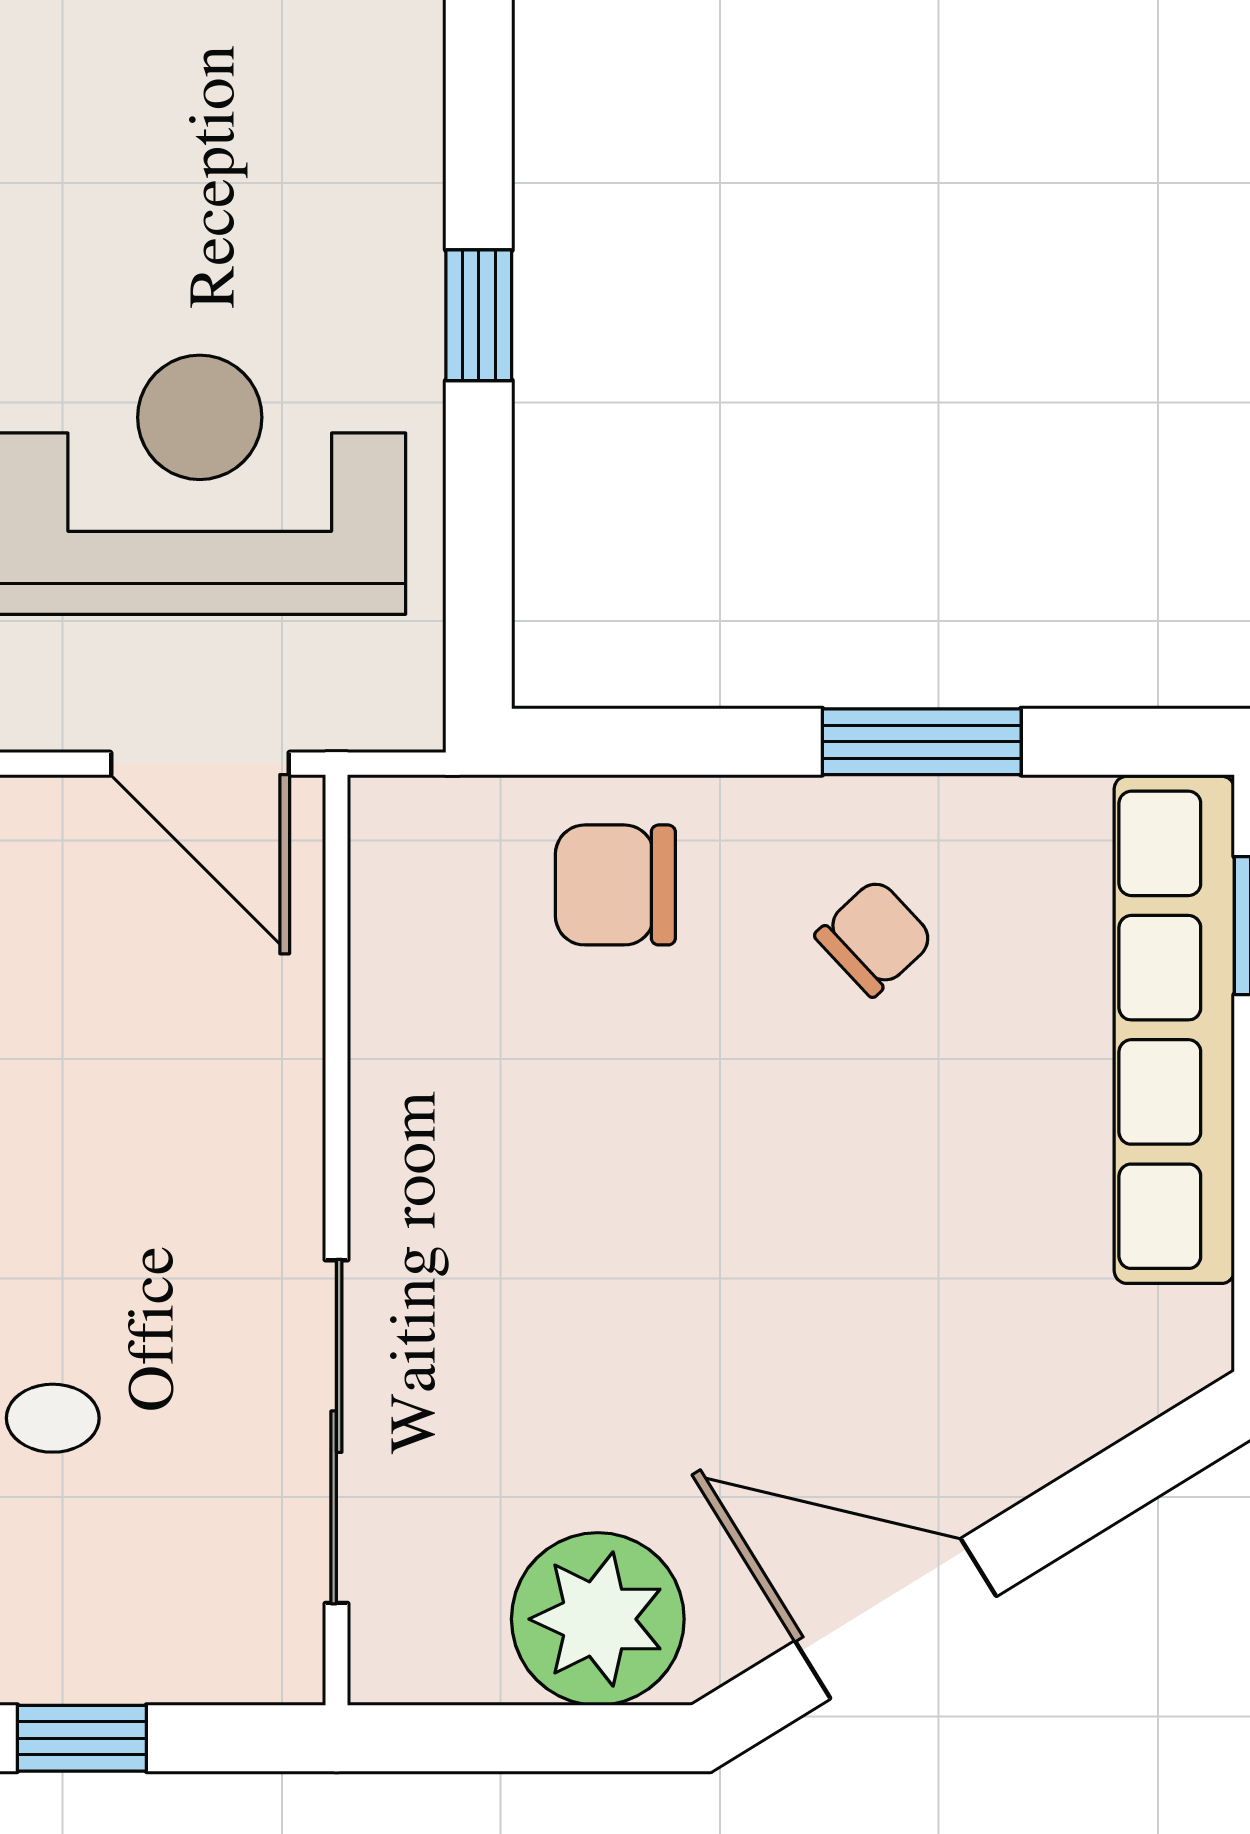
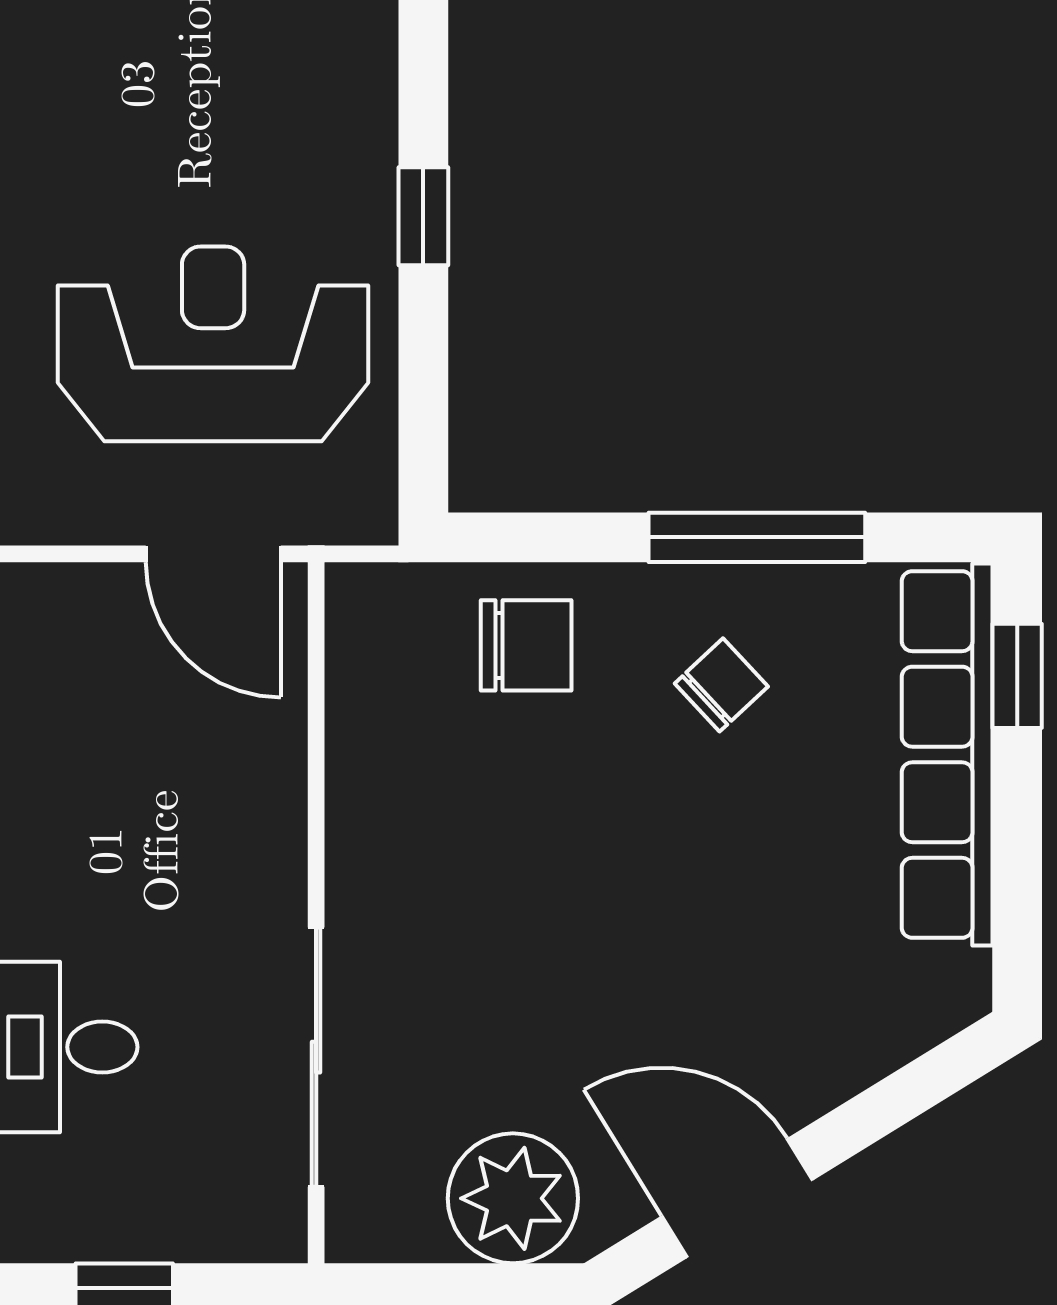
window: (922, 742) -> (757, 537), width x1.44
chair: (615, 885) -> (526, 645), turned 180

